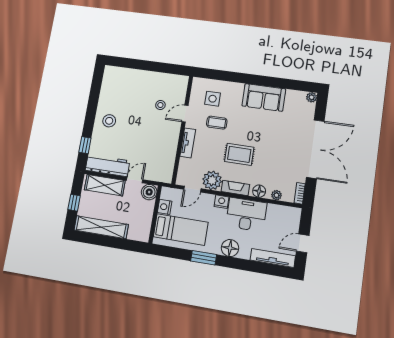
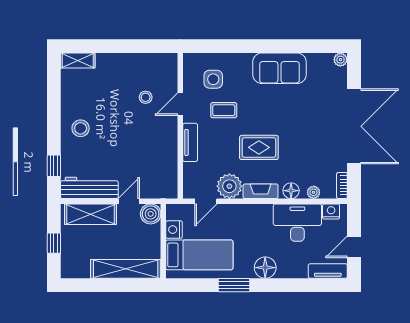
shelving: (116, 72) -> (78, 61), added
nightstand: (222, 202) -> (331, 211), moved
desk: (246, 214) -> (297, 223), moved
shelving: (101, 227) -> (126, 269), moved
tv unit: (273, 258) -> (328, 271), width x0.71

